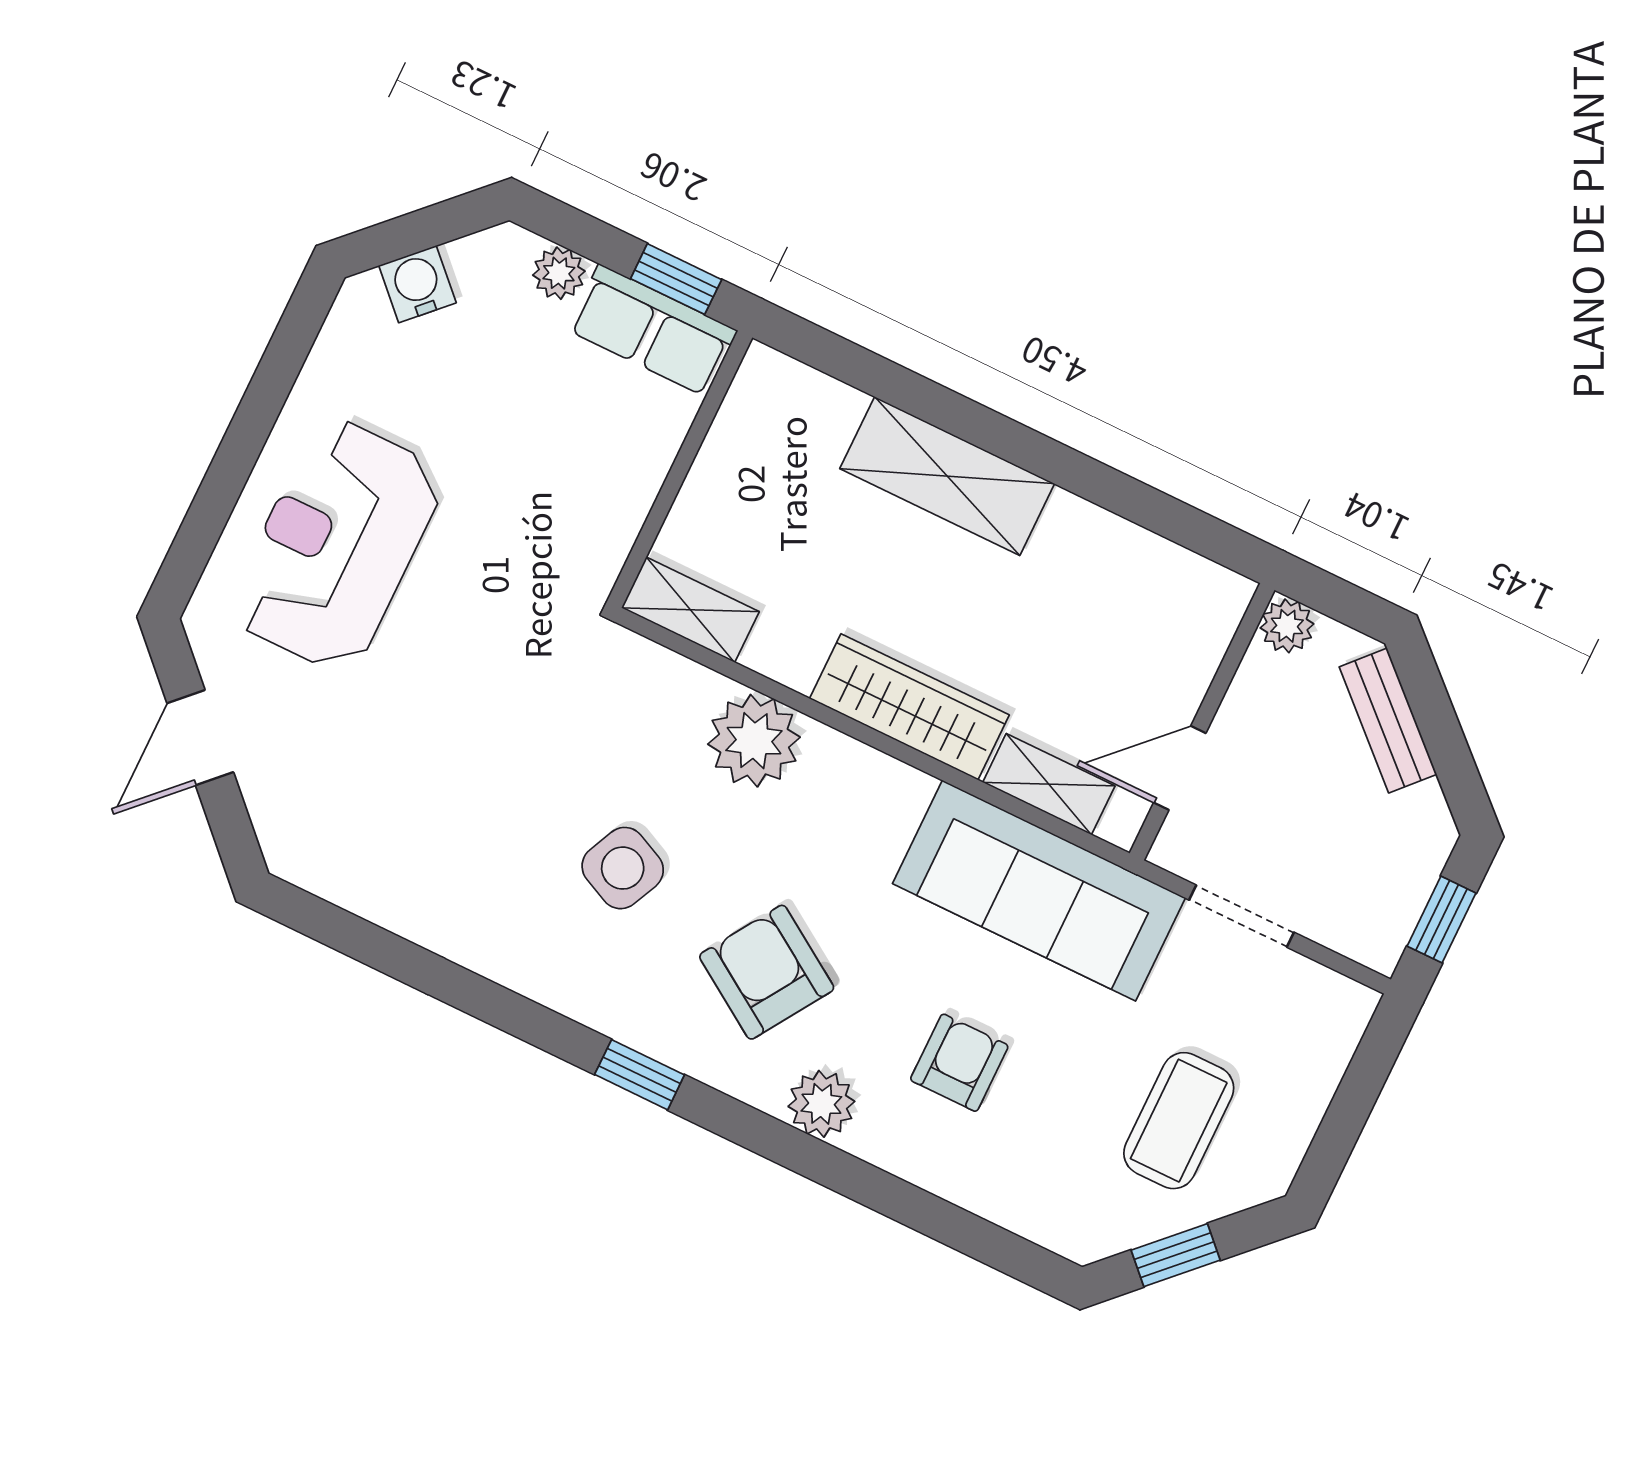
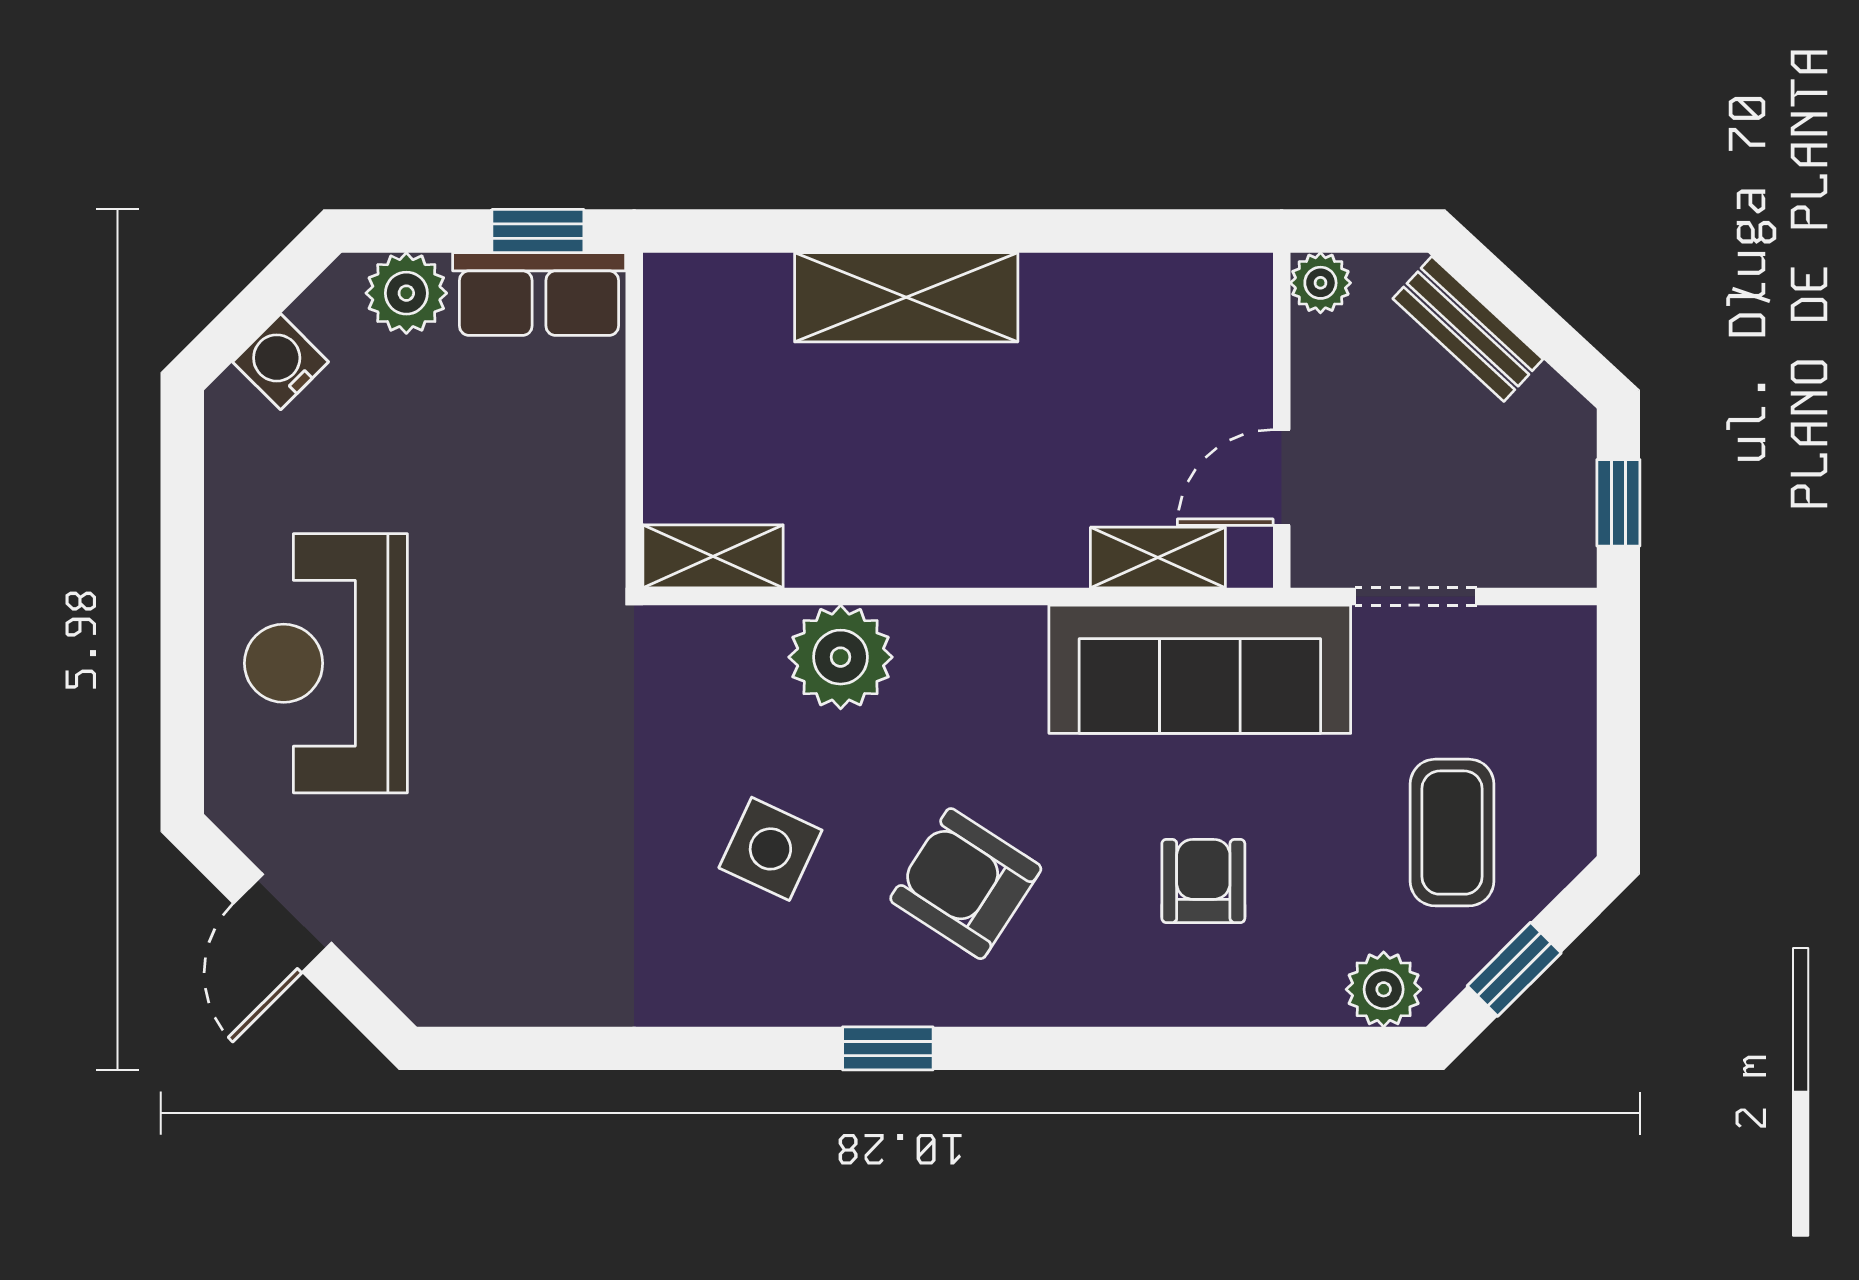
plant: (559, 273) -> (406, 293), width x1.38, depth x1.38
wardrobe: (909, 707) -> (980, 548), removed
plant: (821, 1104) -> (1384, 989), moved

